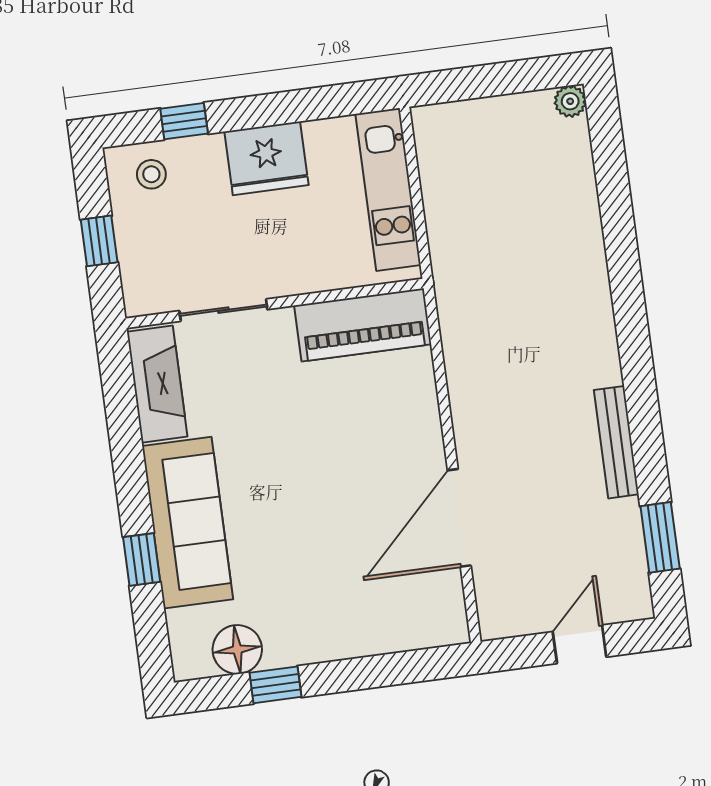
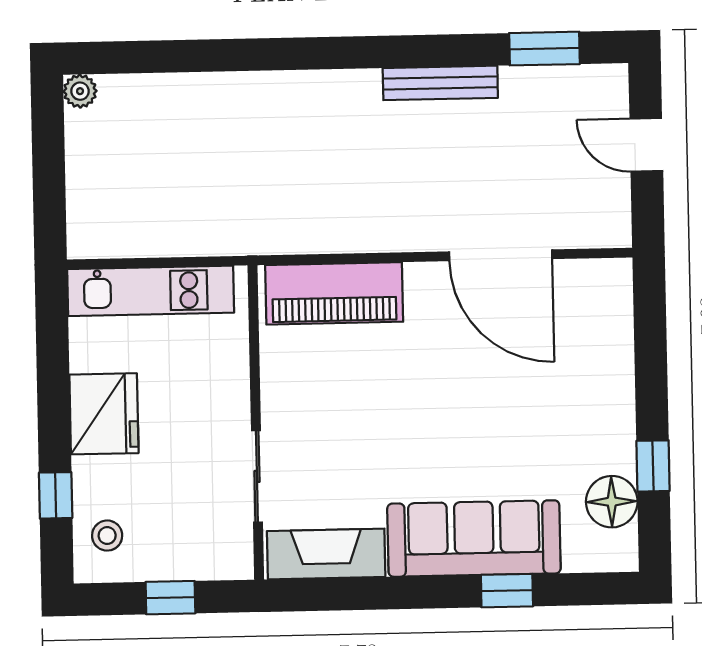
piano: (363, 325) -> (334, 293), moved, turned 90

